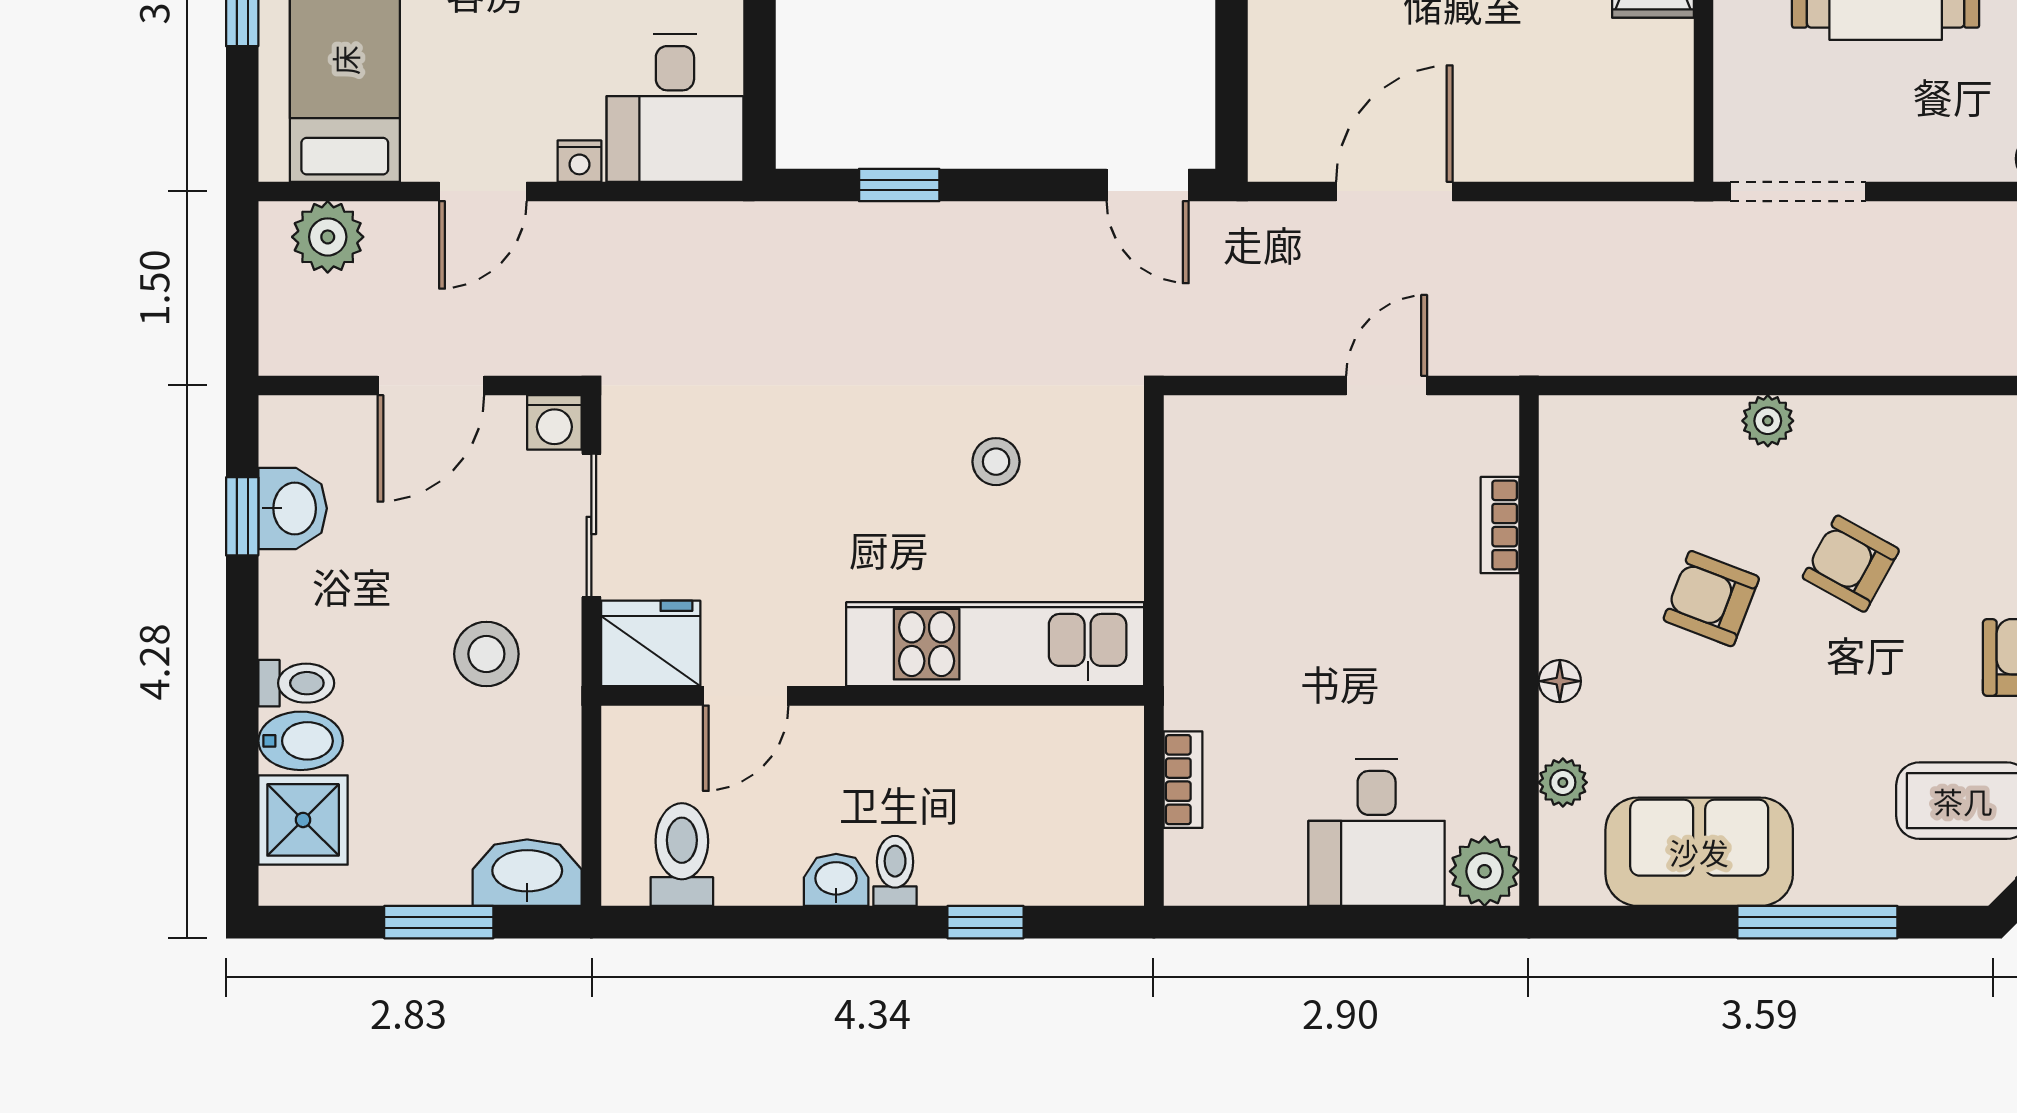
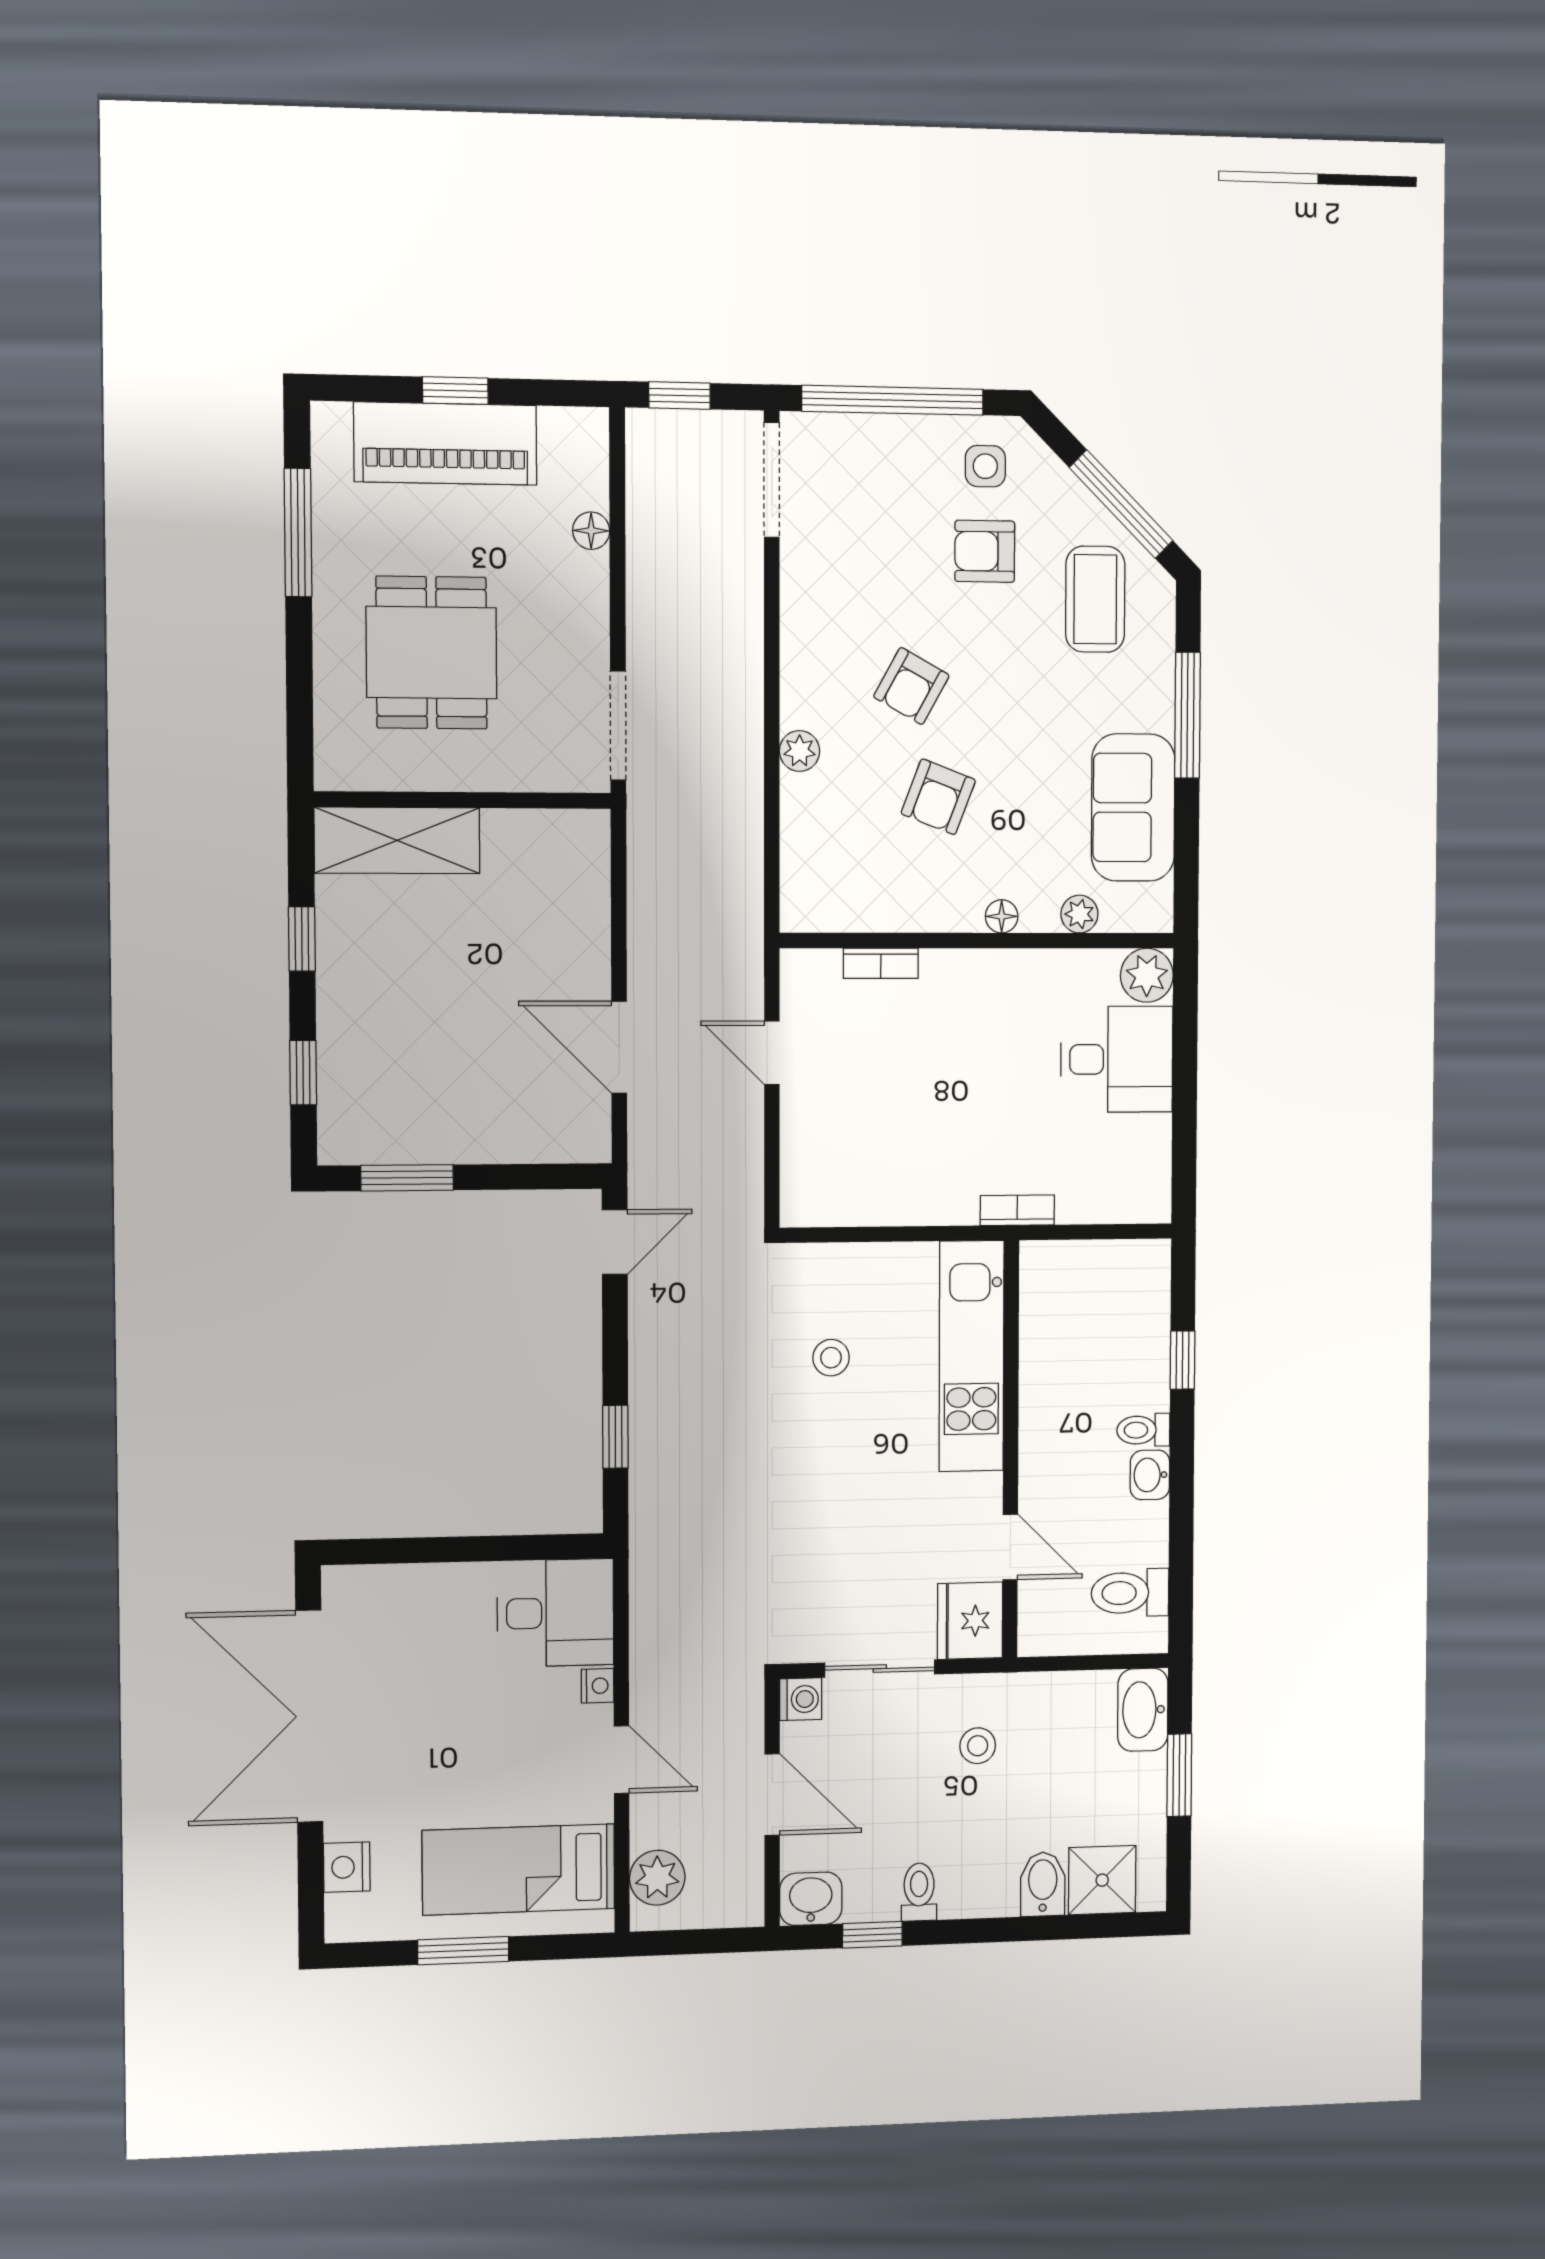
washbasin: (293, 508) -> (811, 1899), moved
stool: (486, 654) -> (978, 1746), width x0.73, depth x0.73
toilet: (296, 683) -> (919, 1892), moved
bookcase: (1183, 780) -> (1017, 1210), moved

